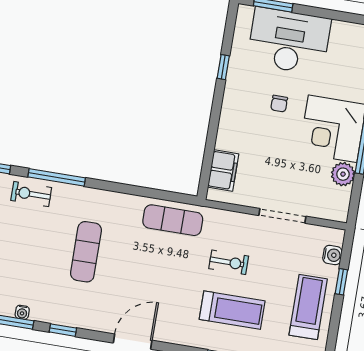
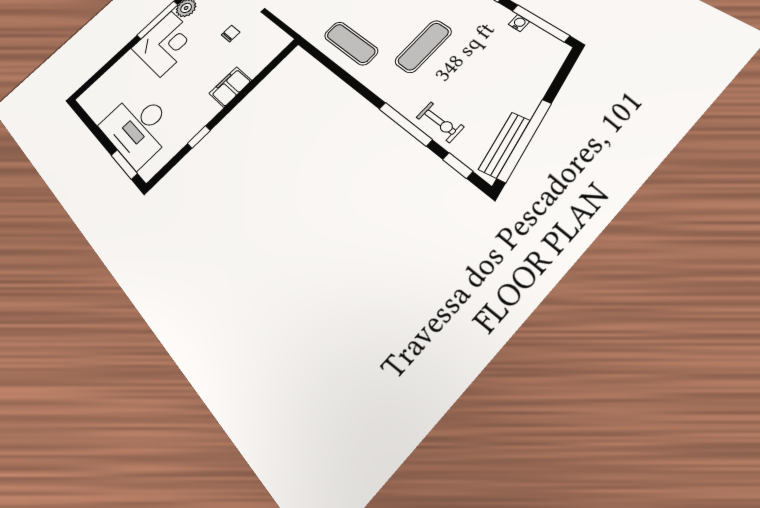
chair: (279, 104) -> (231, 33), moved
filing cabinet: (223, 171) -> (230, 87), moved
exercise mat: (173, 220) -> (351, 43), moved

